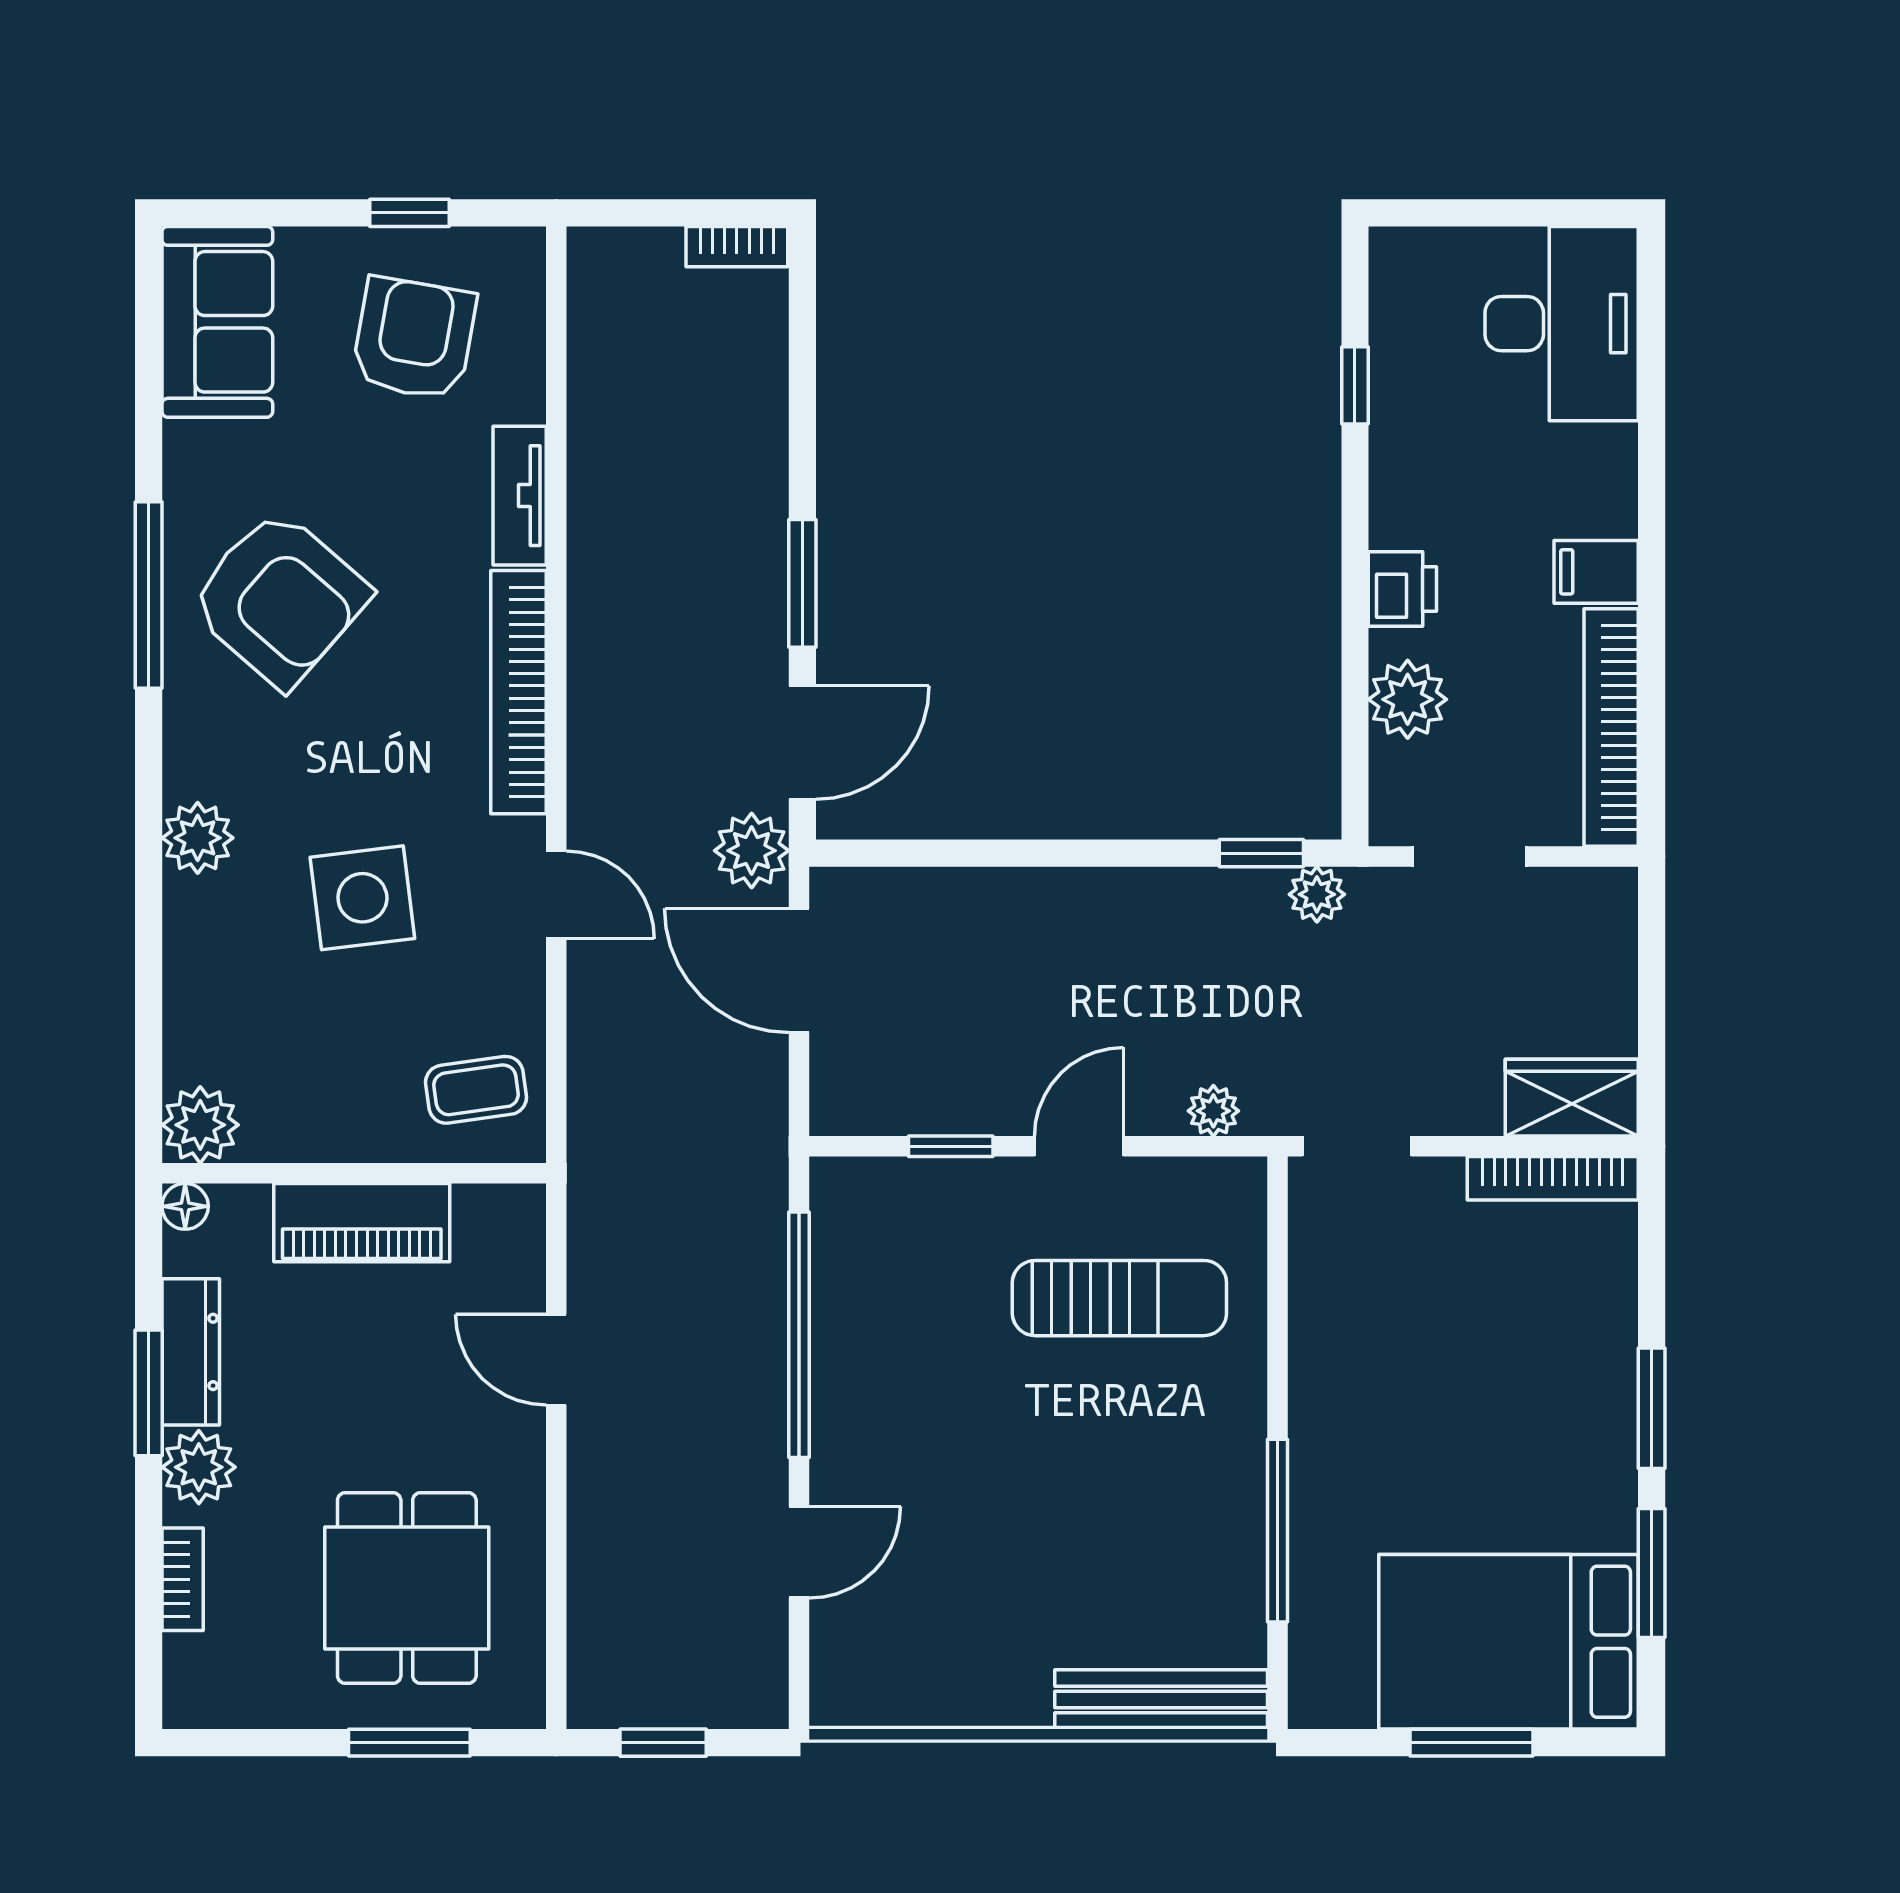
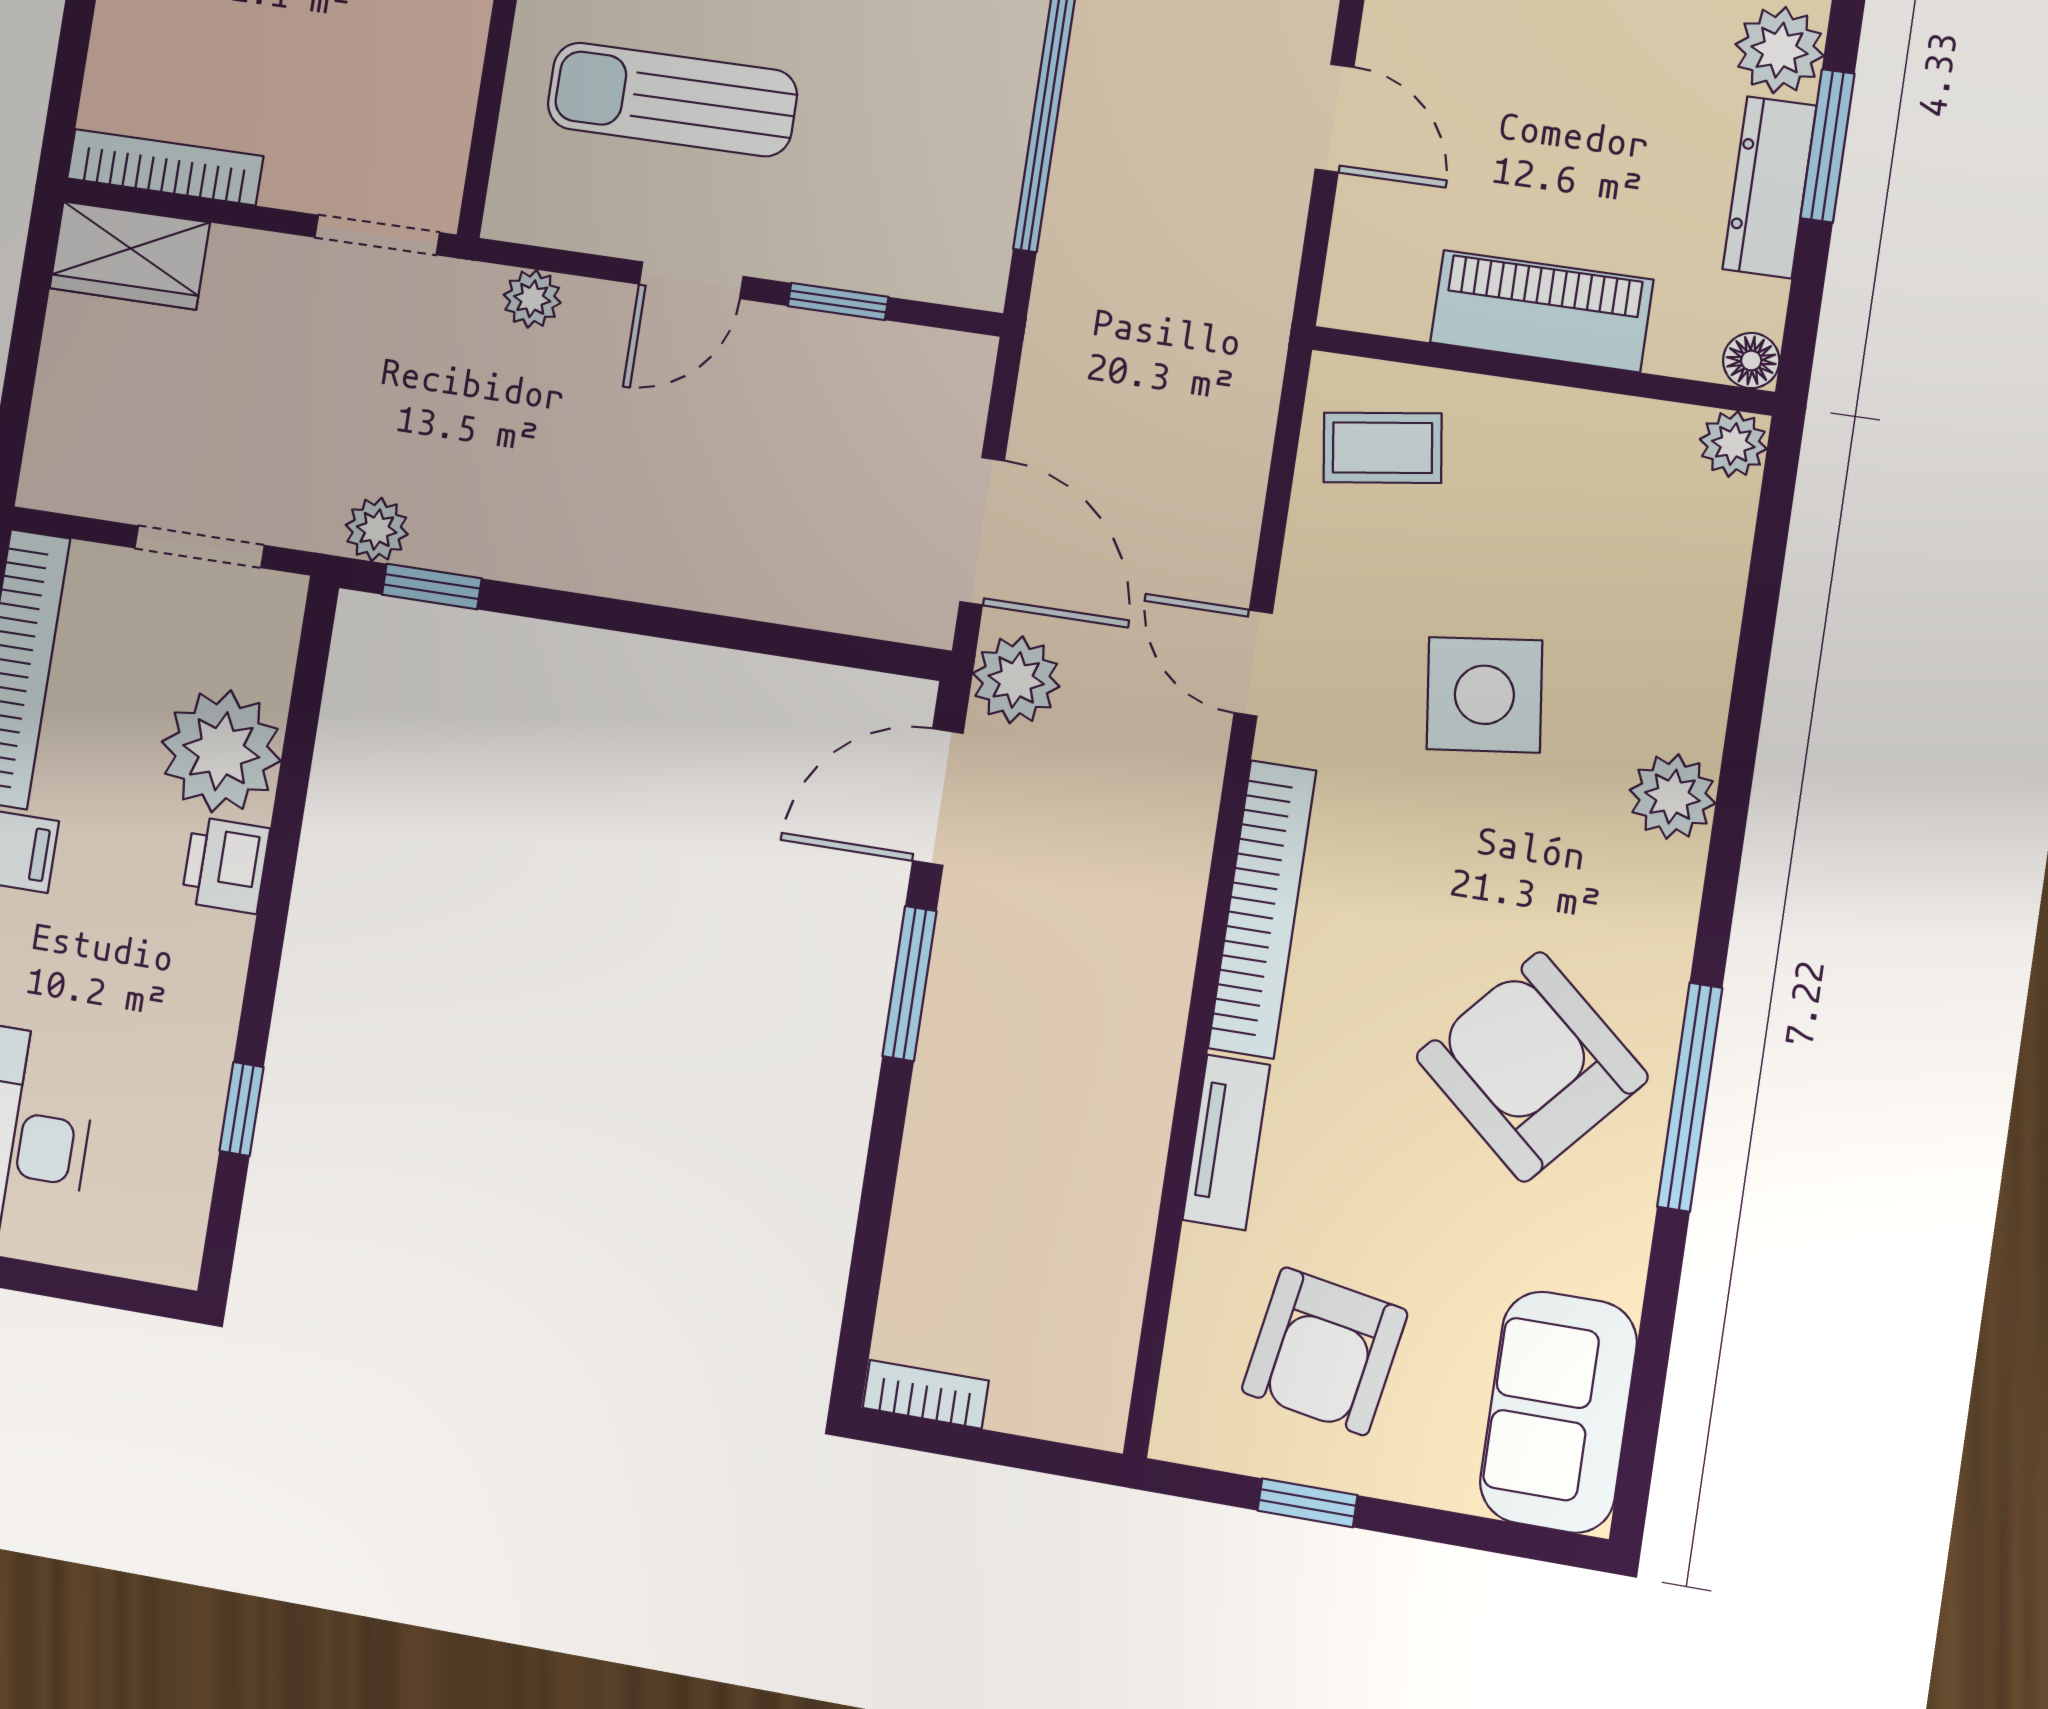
plant: (1408, 699) -> (221, 751), width x1.36, depth x1.36
plant: (200, 1125) -> (1733, 444), width x0.73, depth x0.73

